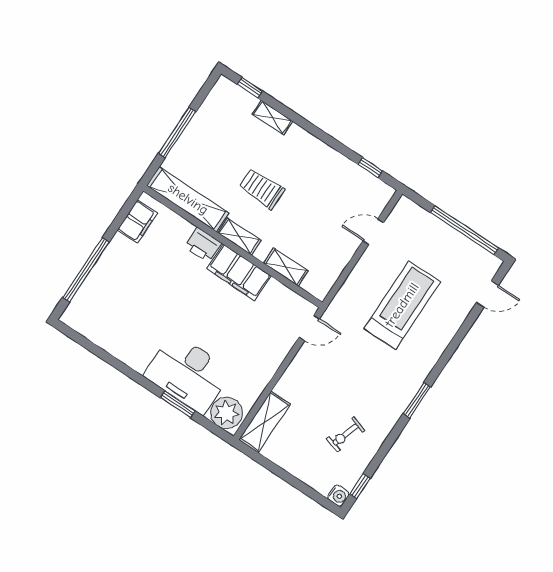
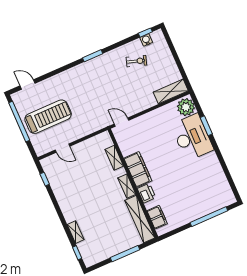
trolley: (262, 189) -> (102, 202), removed
filing cabinet: (137, 222) -> (157, 217), moved, turned 90
treadmill: (402, 305) -> (48, 117), moved, turned 180
water cooler: (338, 496) -> (146, 40), moved

